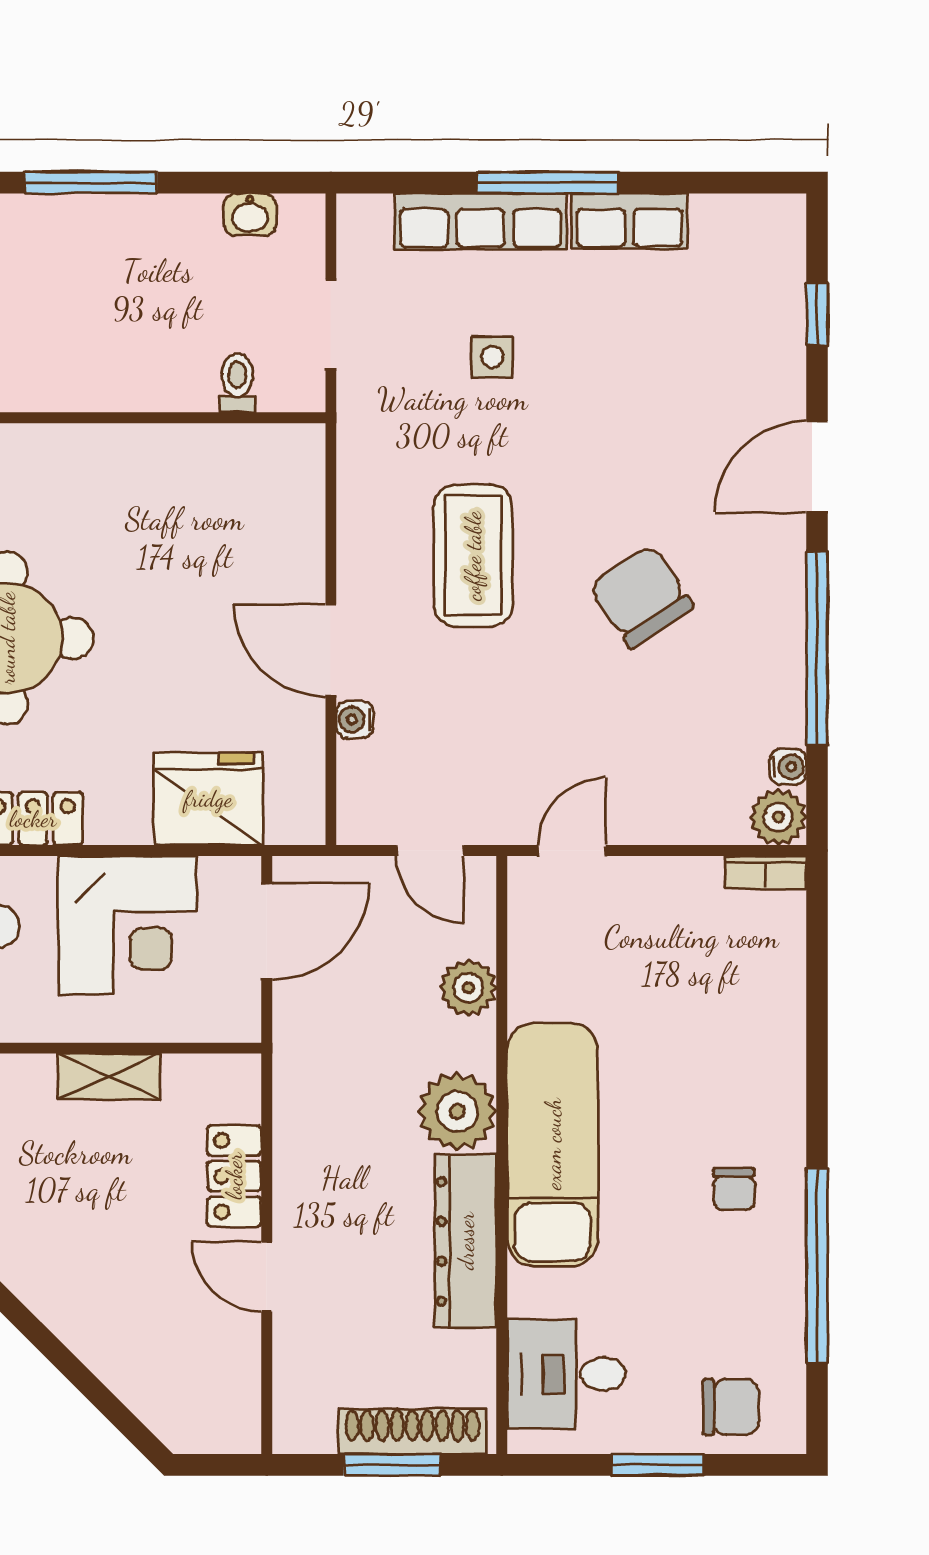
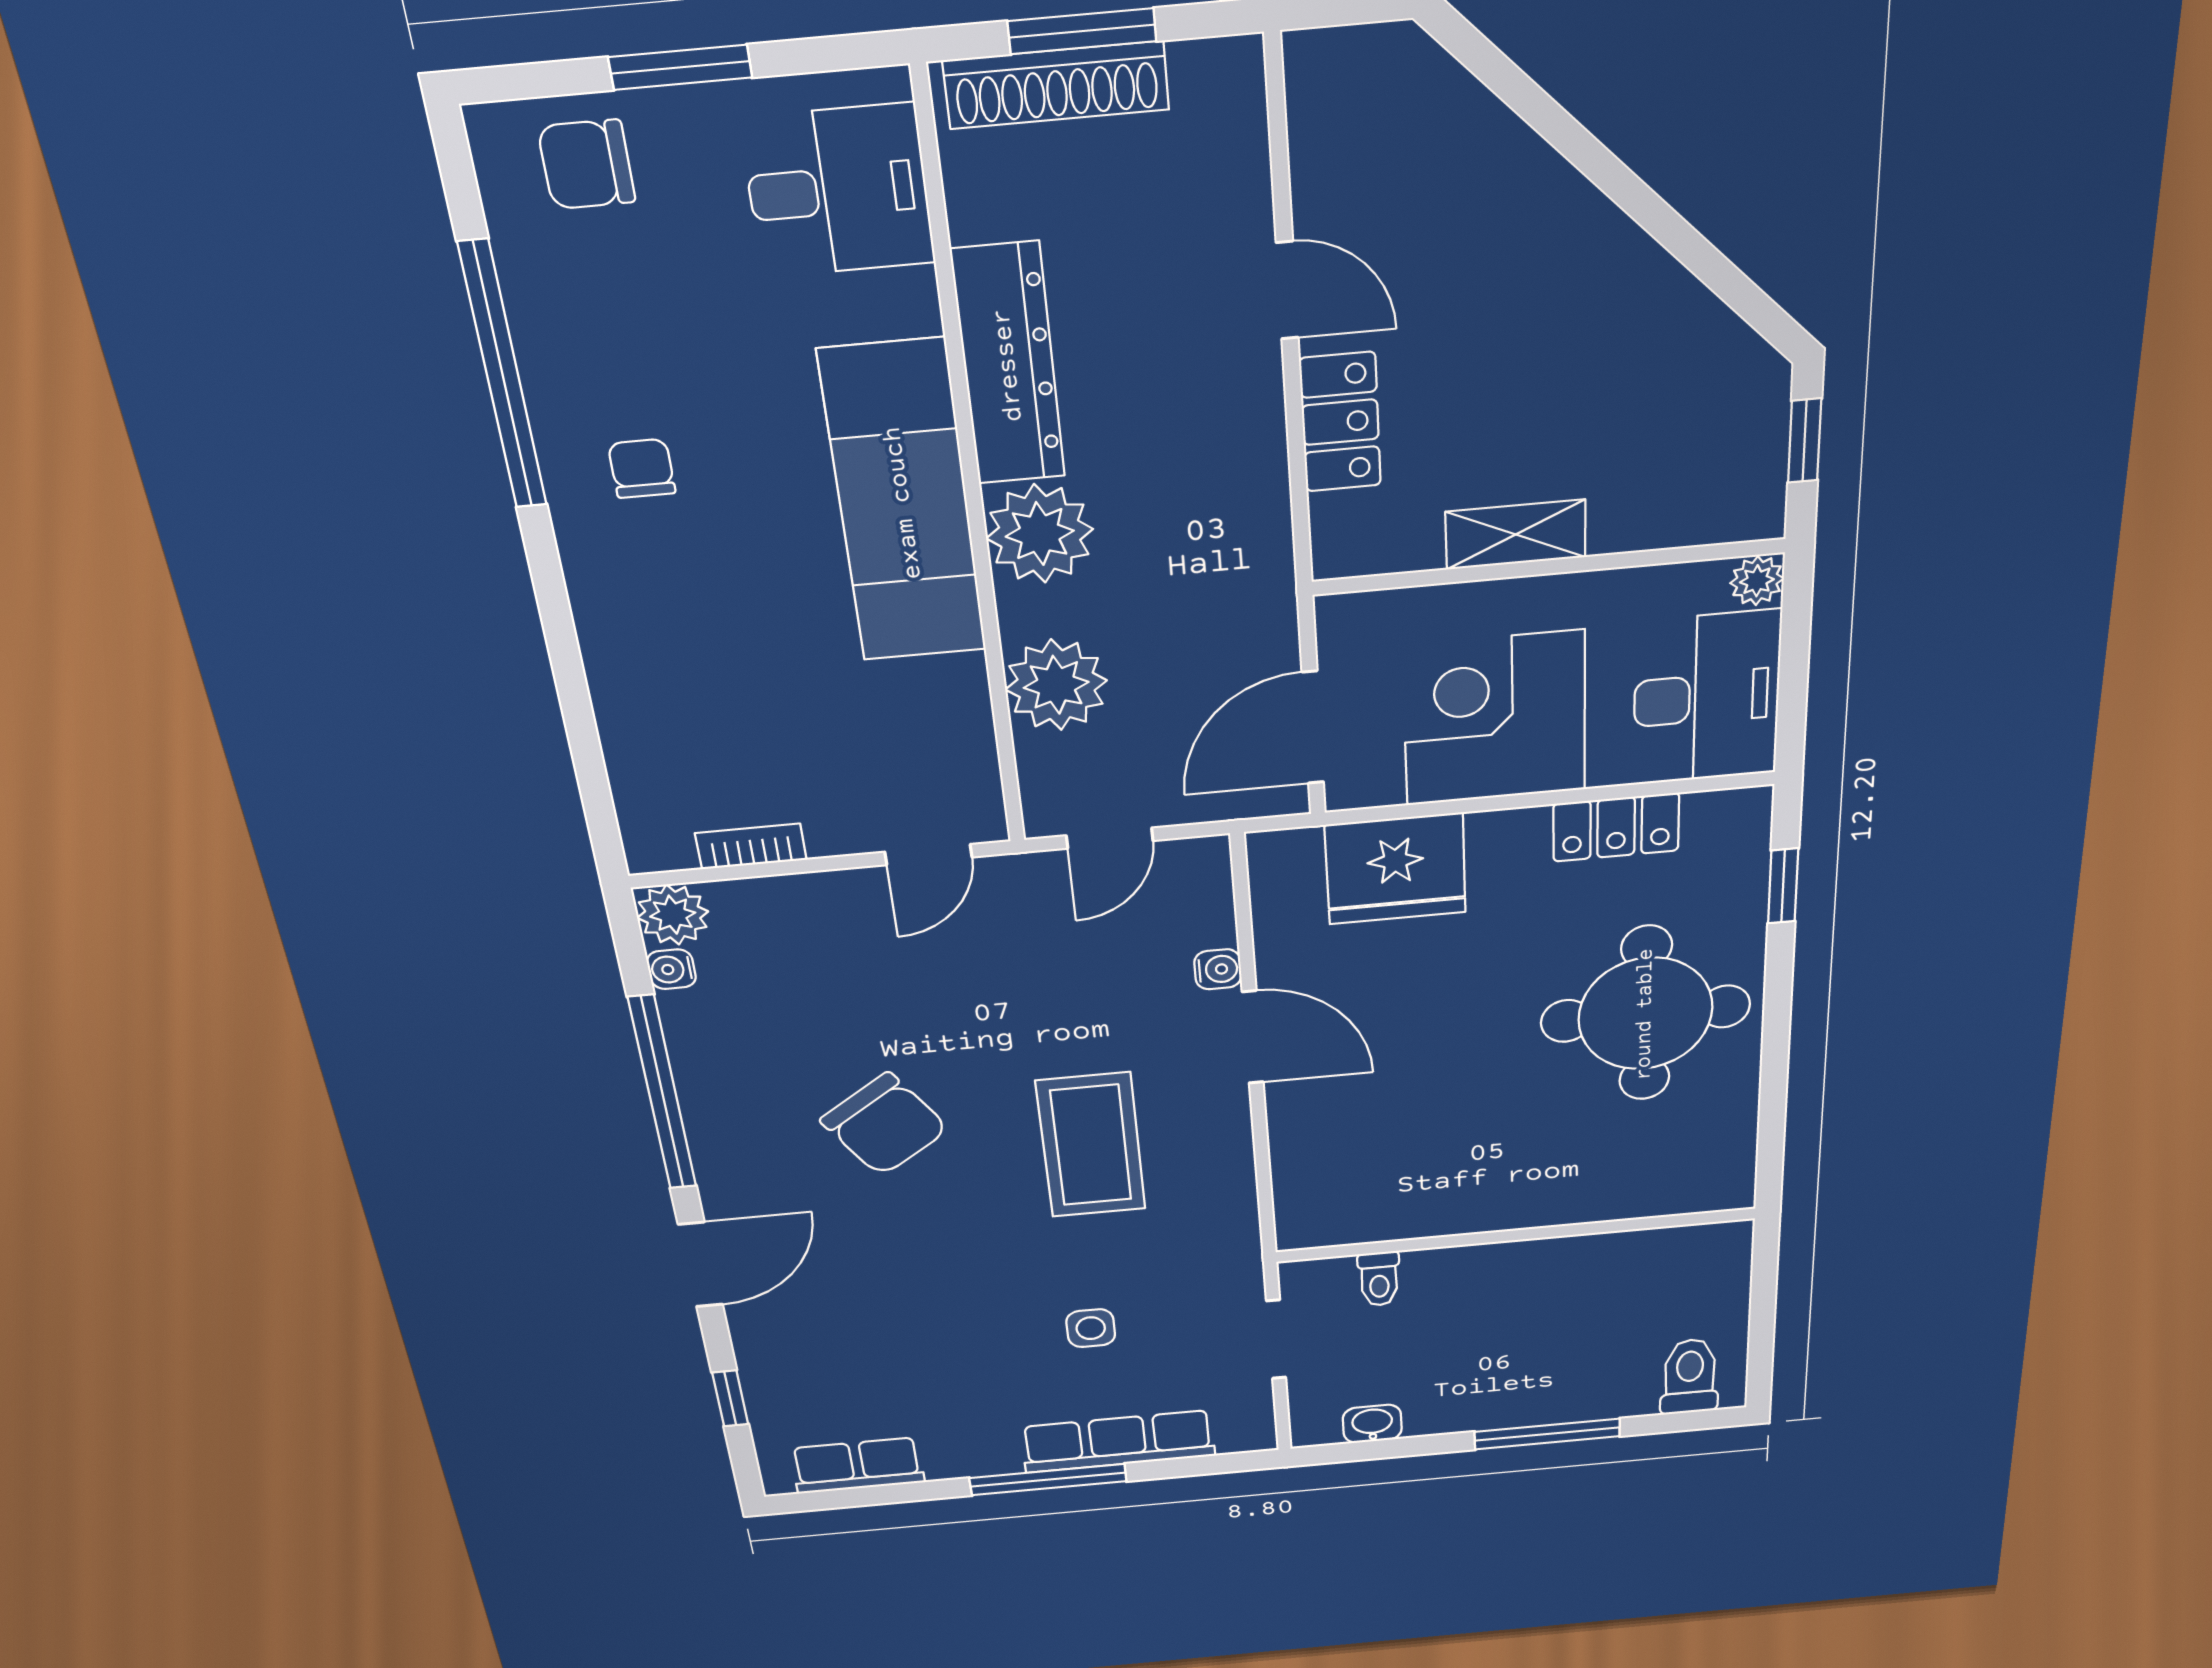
row of seats: (629, 221) -> (857, 1465), moved
door: (430, 850) -> (1110, 838), swing flipped
bookcase: (765, 872) -> (751, 846), moved
plant: (468, 988) -> (1056, 685), width x1.36, depth x1.36

